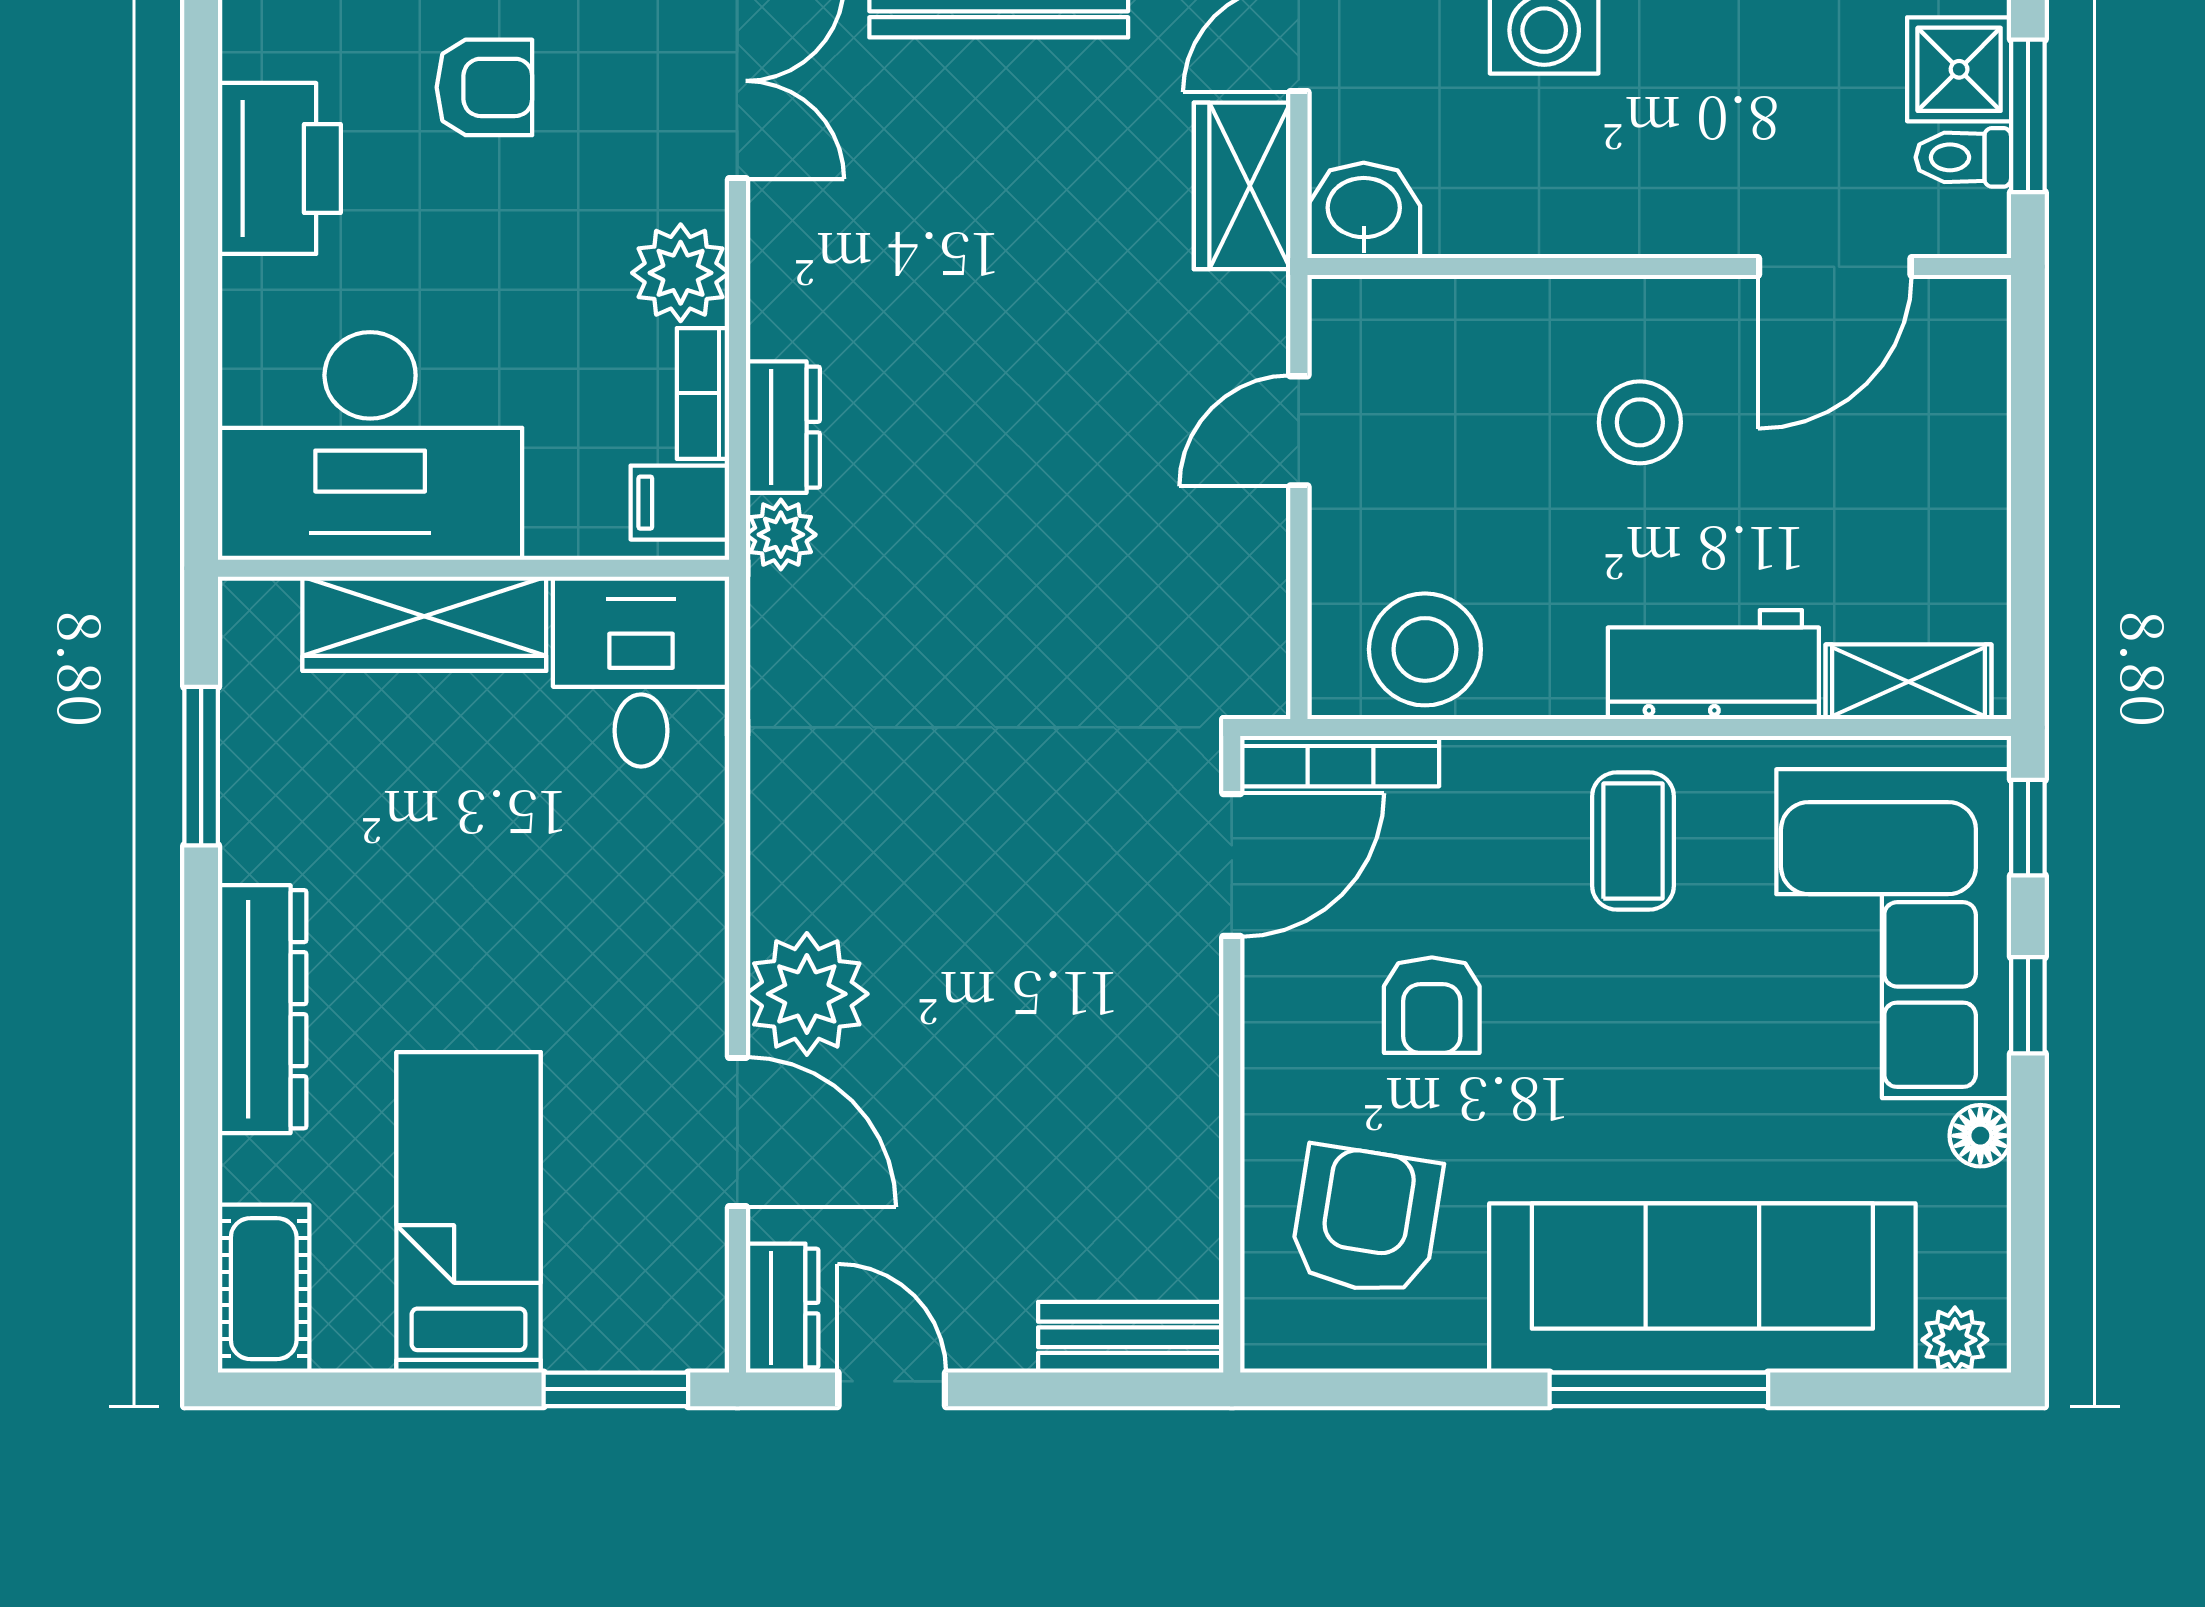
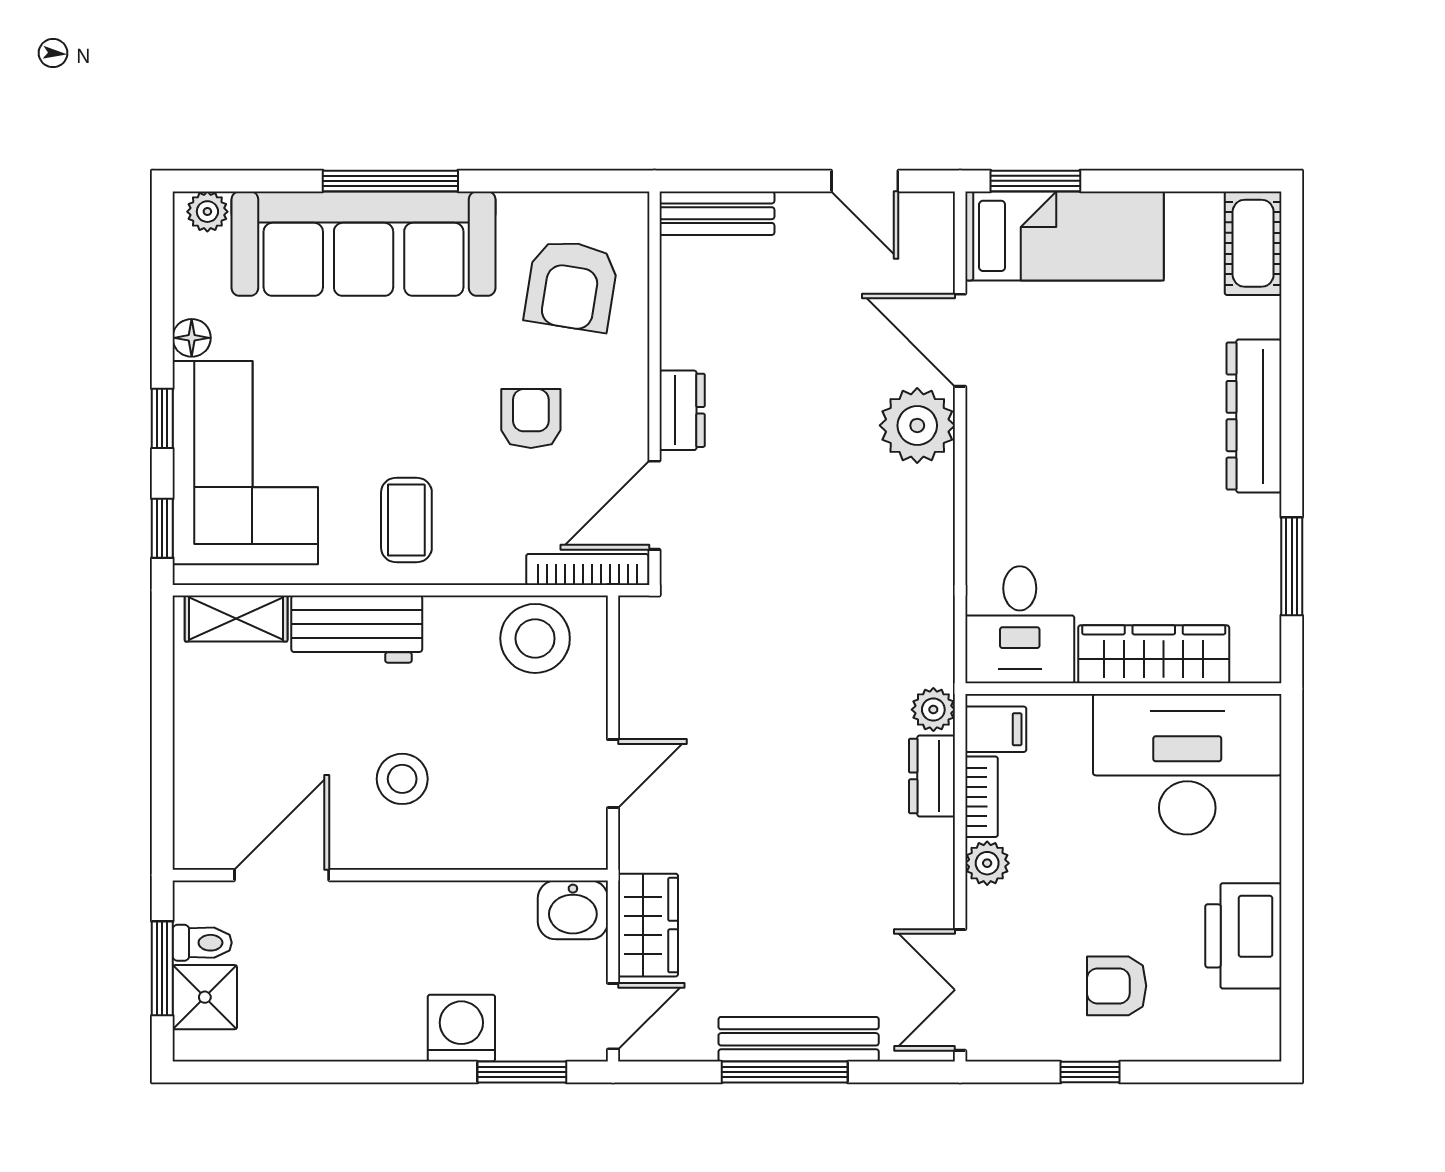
plant: (681, 273) -> (987, 863), width x0.73, depth x0.73
bed: (469, 1212) -> (1064, 236), moved, turned -90
dresser: (782, 1308) -> (682, 410), moved, turned 180

